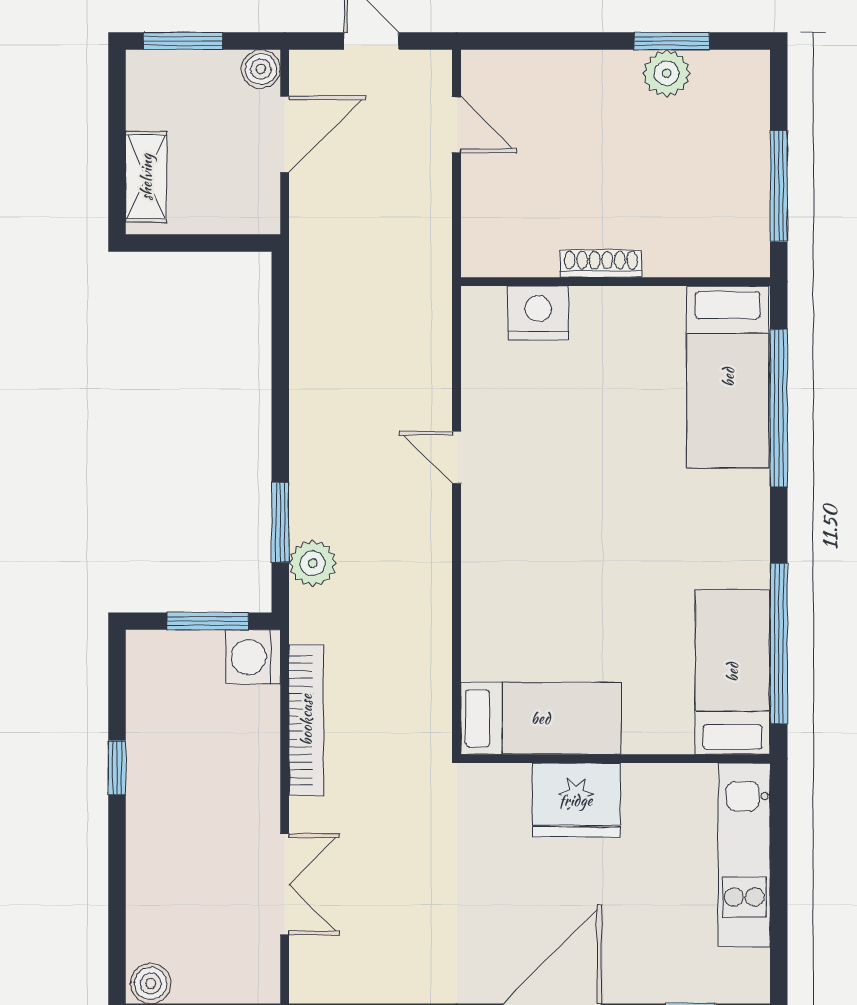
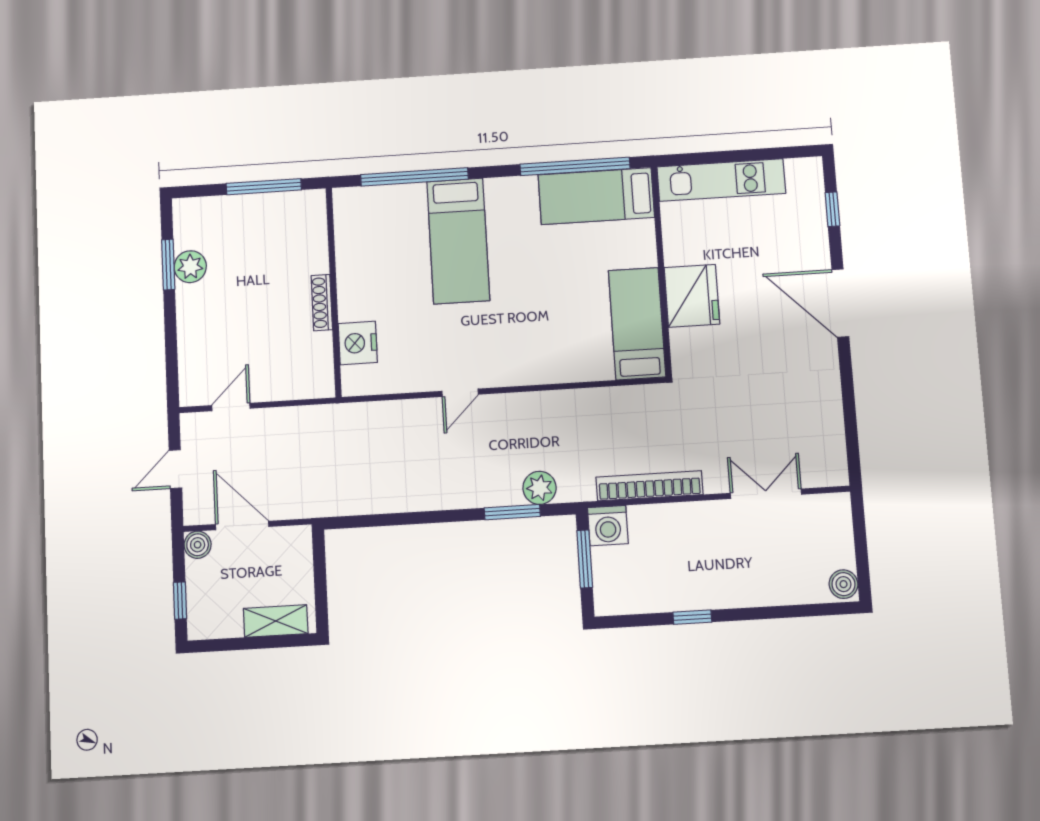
window: (183, 41) -> (180, 601), width x0.67
bed: (728, 377) -> (458, 241), moved, turned 90

